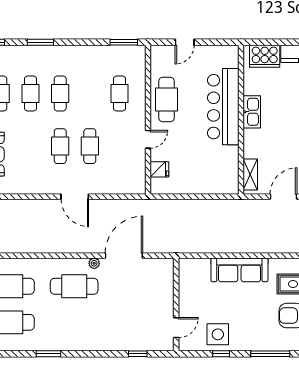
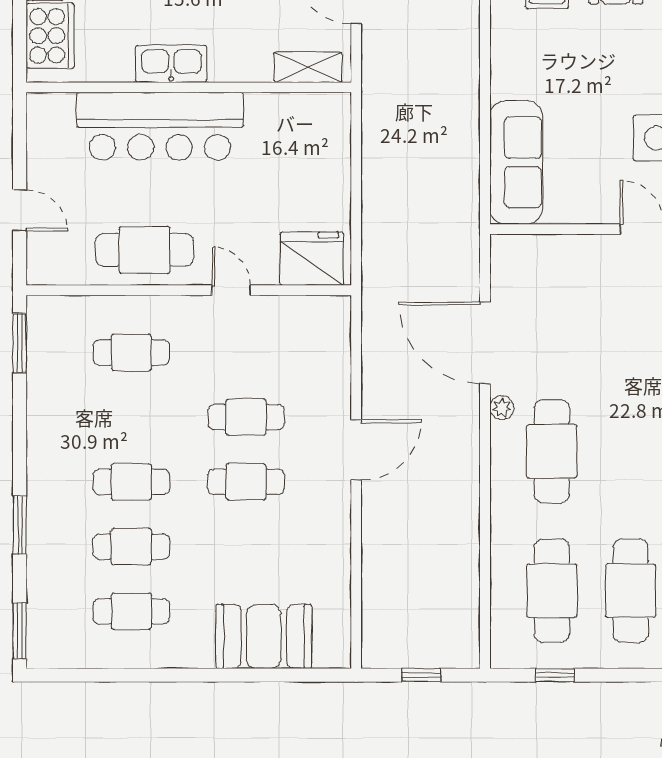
fridge: (159, 169) -> (312, 259), width x1.88, depth x1.34
sofa: (239, 270) -> (516, 162), moved

